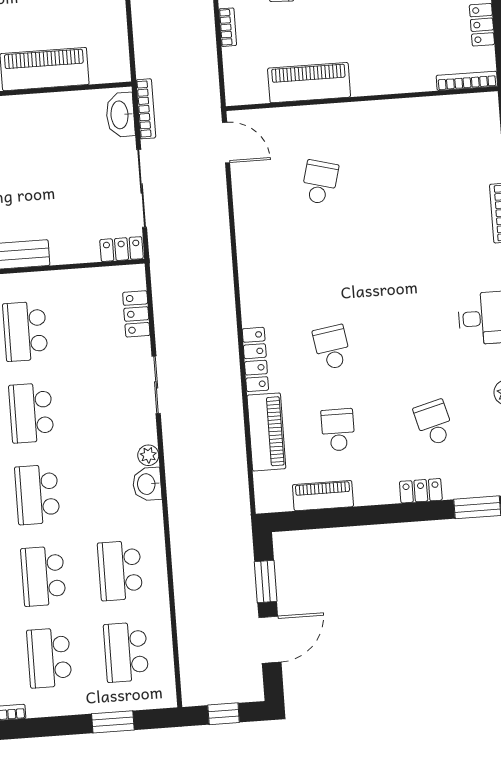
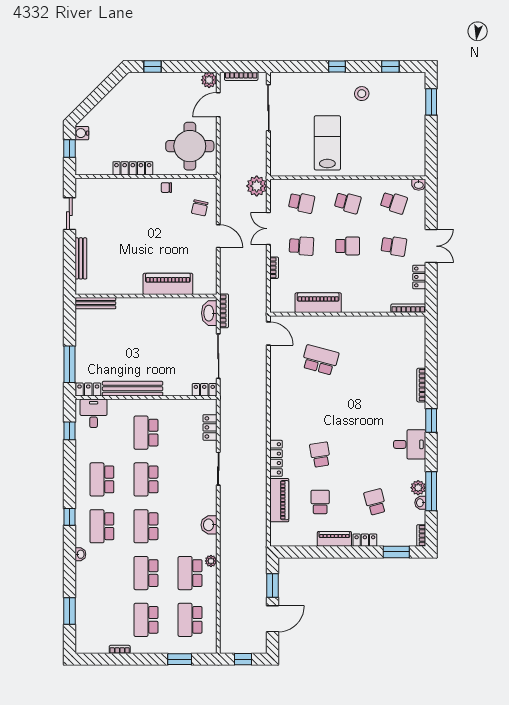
school desk: (320, 182) -> (320, 360), width x1.85
plant: (148, 455) -> (211, 561), moved
piano: (323, 496) -> (334, 539), moved

